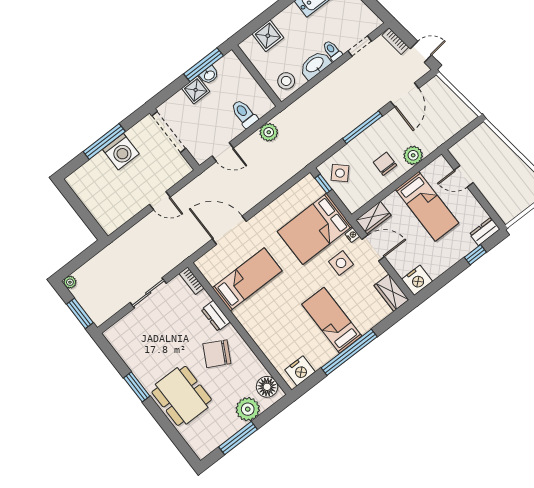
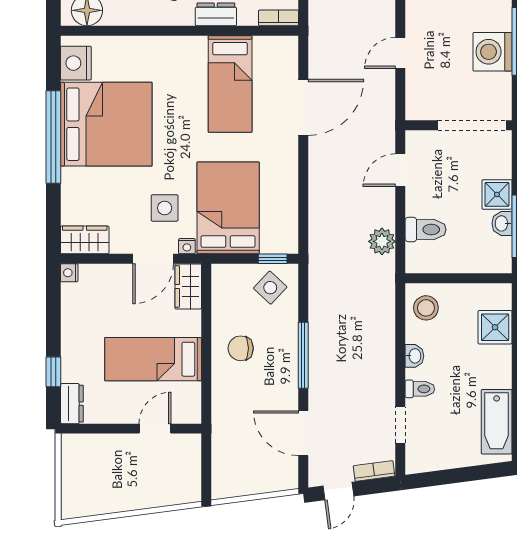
washbasin: (315, 65) -> (414, 356), width x0.52, depth x0.69
plant: (413, 155) -> (225, 389), removed
chair: (385, 164) -> (241, 348), turned 180
nightstand: (417, 280) -> (69, 273), width x0.53, depth x0.56
bed: (332, 320) -> (106, 124), width x2.04

